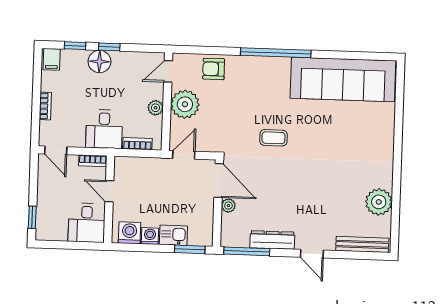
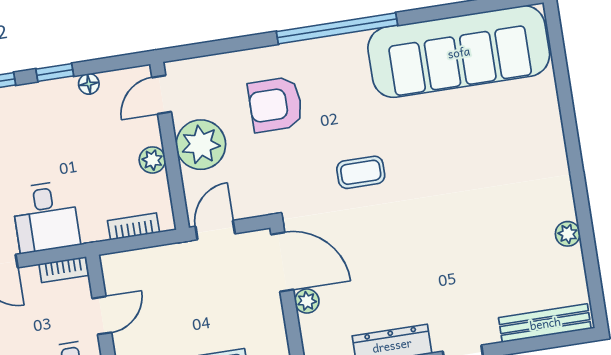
floor lamp: (99, 62) -> (89, 84), moved, width x0.53, depth x0.53
armchair: (214, 69) -> (275, 104), moved, width x1.38, depth x1.38
desk: (104, 129) -> (46, 217), moved
door: (109, 191) -> (102, 315), swing flipped
plant: (379, 202) -> (568, 234), width x0.53, depth x0.53

